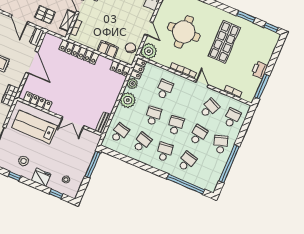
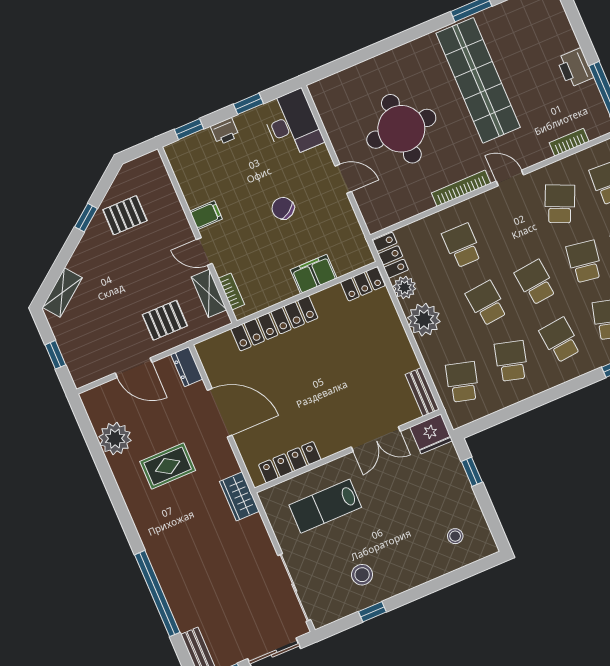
shop shelf: (224, 42) -> (478, 80), width x1.40
chair: (130, 48) -> (283, 208), moved
plant: (149, 51) -> (379, 213), removed
lab bench: (35, 127) -> (325, 506), width x0.73, depth x0.72
window: (93, 165) -> (472, 472), width x0.46
fridge: (41, 177) -> (431, 434), moved, turned 180
window: (56, 194) -> (463, 573), removed

